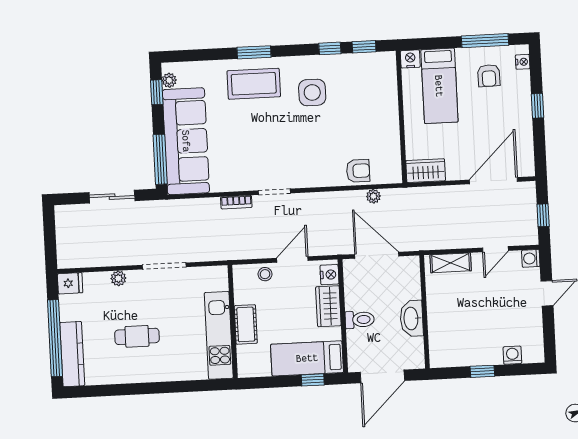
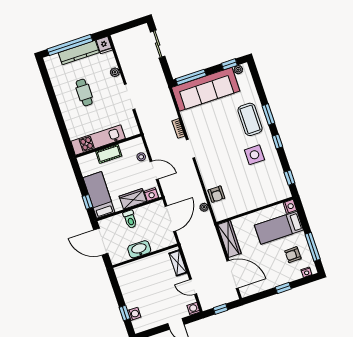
window: (330, 48) -> (277, 142), moved
wardrobe: (426, 171) -> (229, 239), width x1.50
sliding door: (112, 197) -> (158, 44), moved
kitchen counter: (72, 354) -> (79, 53), moved
window: (482, 371) -> (125, 313), moved

